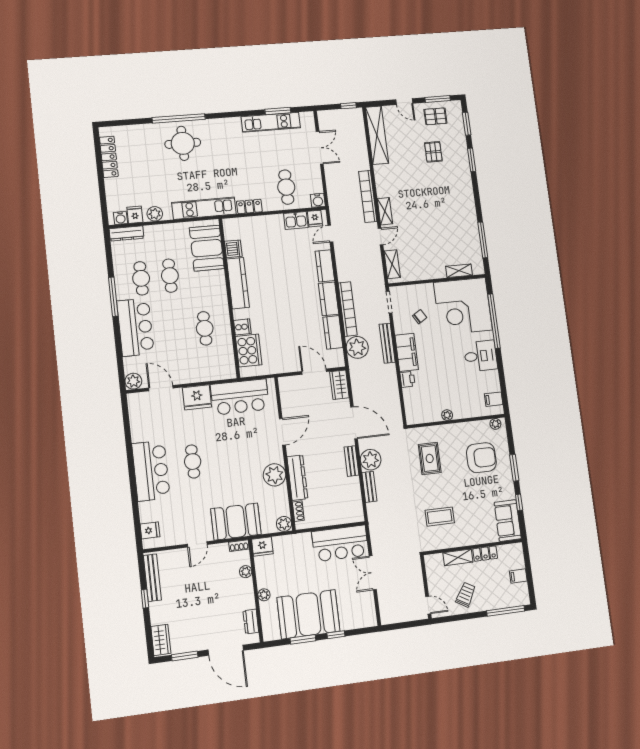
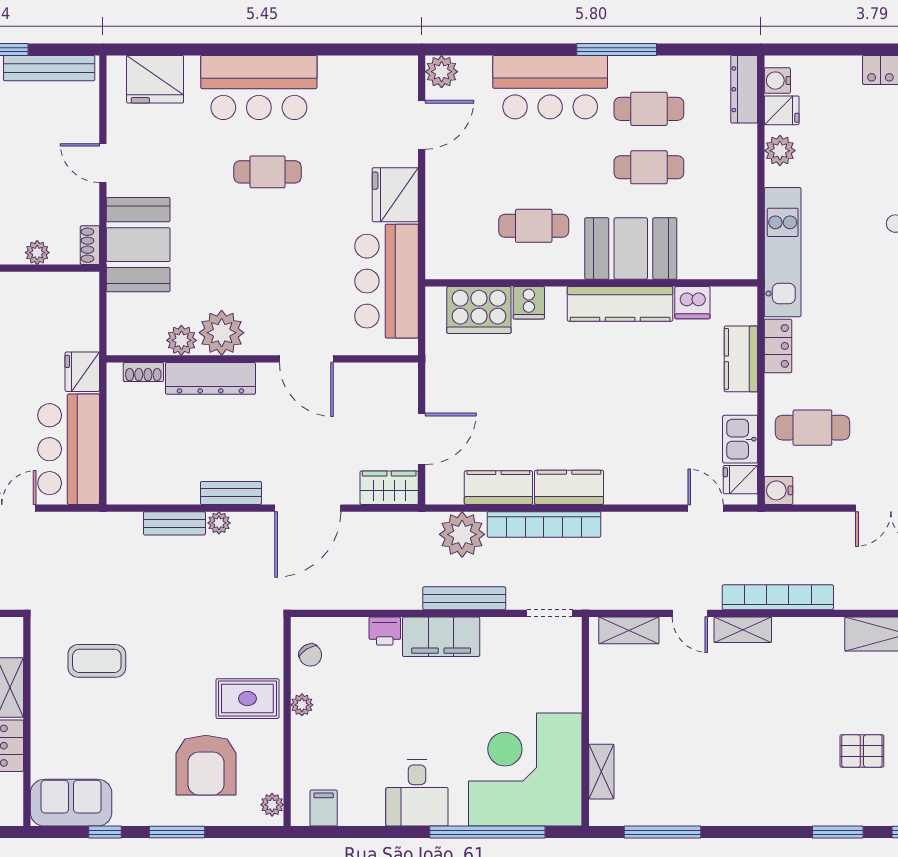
booth: (207, 248) -> (631, 249), moved
kitchen counter: (325, 266) -> (741, 359), moved, turned -90
chair: (420, 317) -> (310, 655), moved
rug: (430, 458) -> (247, 699), moved
plant: (371, 460) -> (219, 523), width x0.53, depth x0.53
coffee table: (440, 517) -> (97, 661), turned 90
plant: (284, 524) -> (181, 340), moved
fridge: (150, 530) -> (155, 79), width x1.88, depth x1.34
fridge: (262, 546) -> (82, 372), moved

